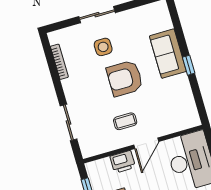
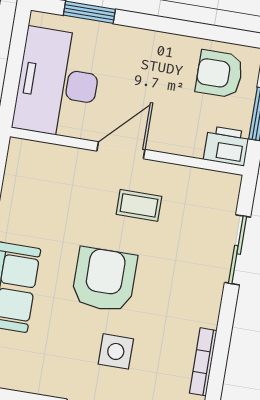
armchair: (125, 78) -> (104, 280), turned -90
printer: (123, 162) -> (226, 146), moved

